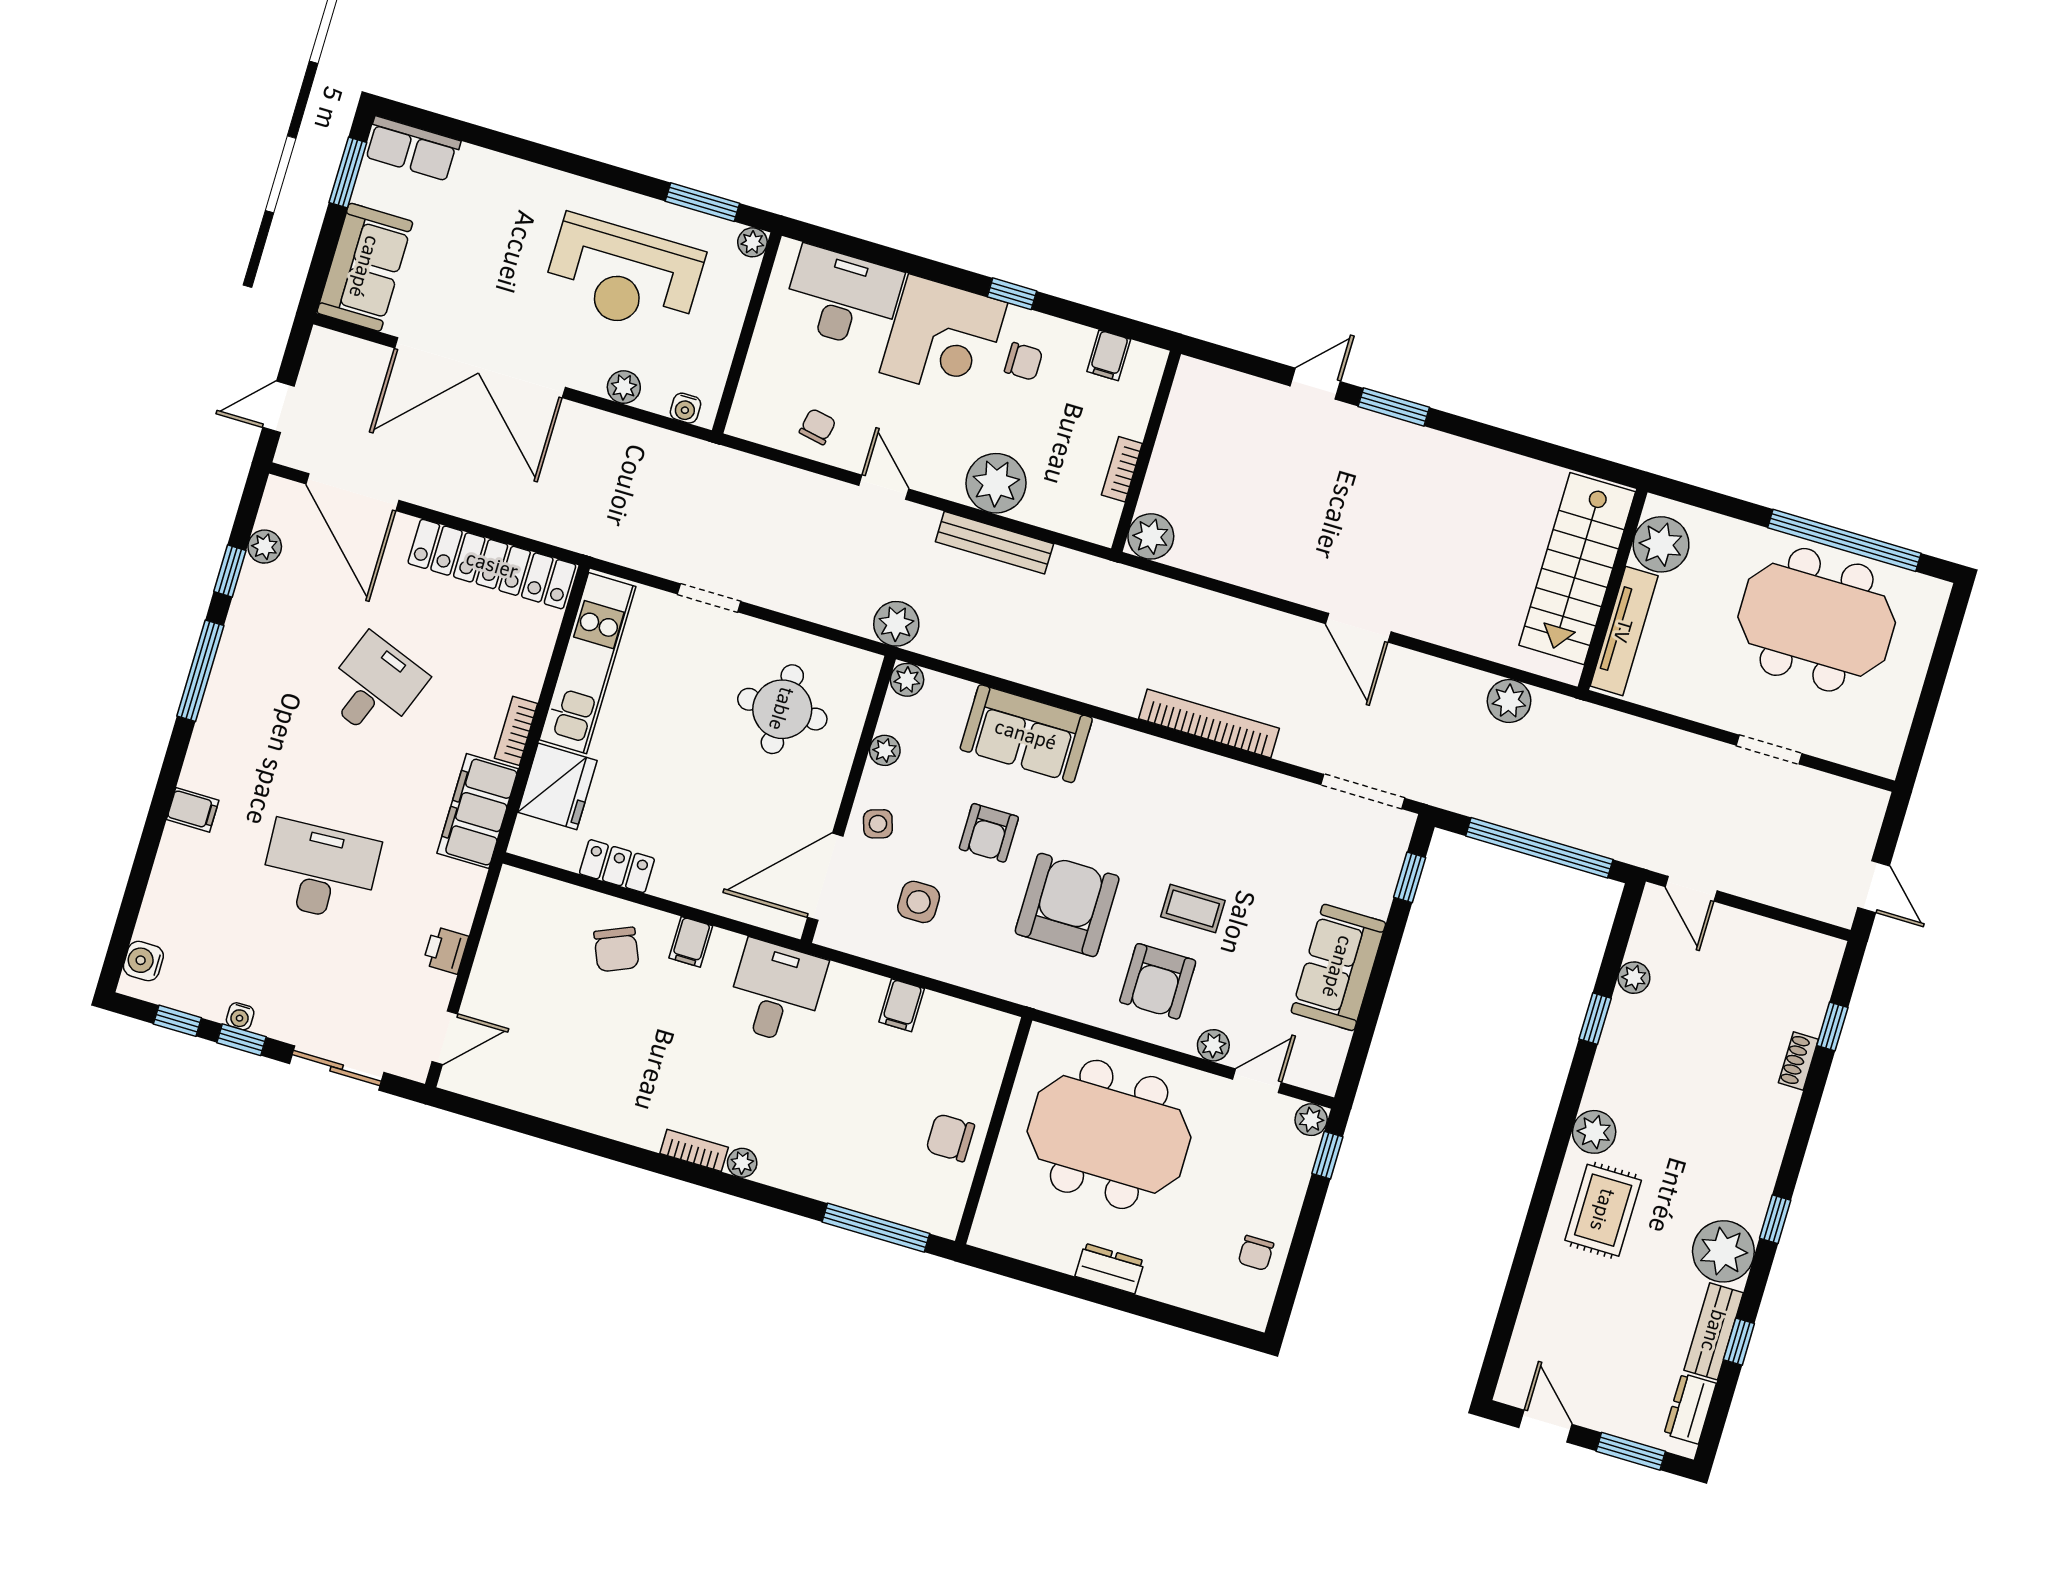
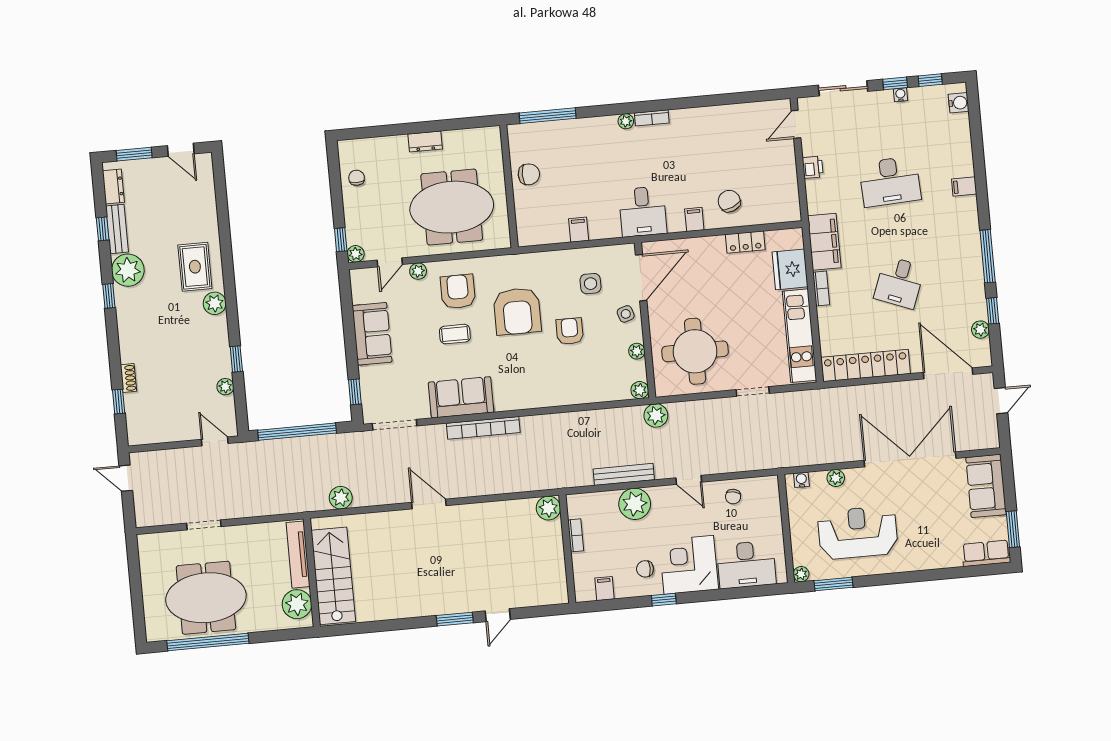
round table: (782, 709) -> (695, 351), width x1.36, depth x1.36
sofa: (1026, 734) -> (461, 397), moved

